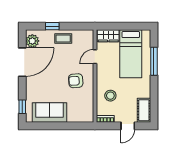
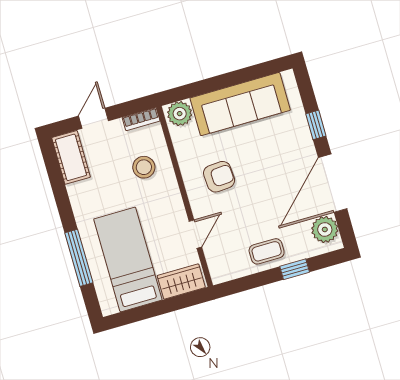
window: (22, 107) -> (316, 125), moved
sofa: (50, 113) -> (240, 104), width x1.36
plant: (86, 116) -> (180, 114), added

